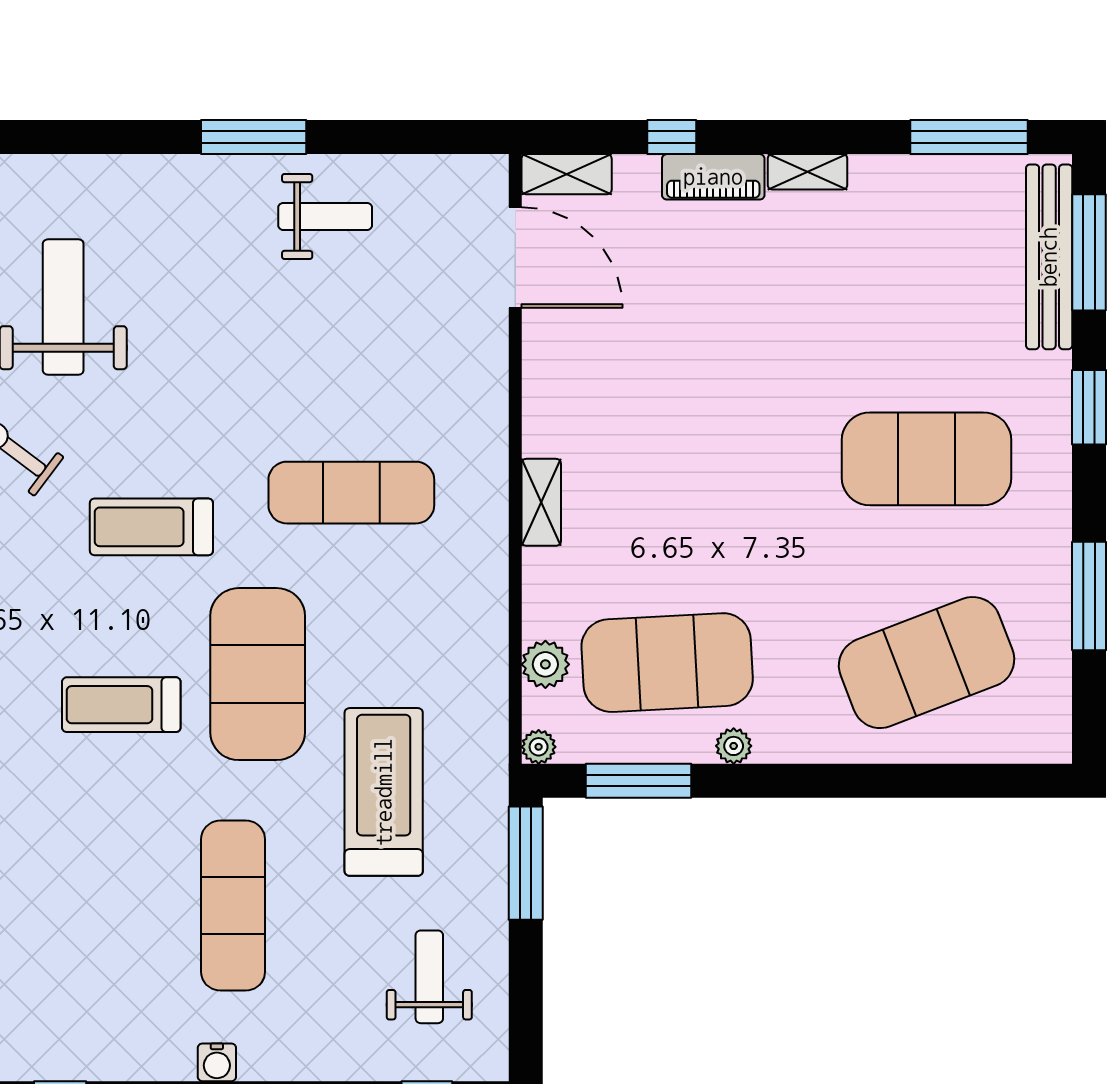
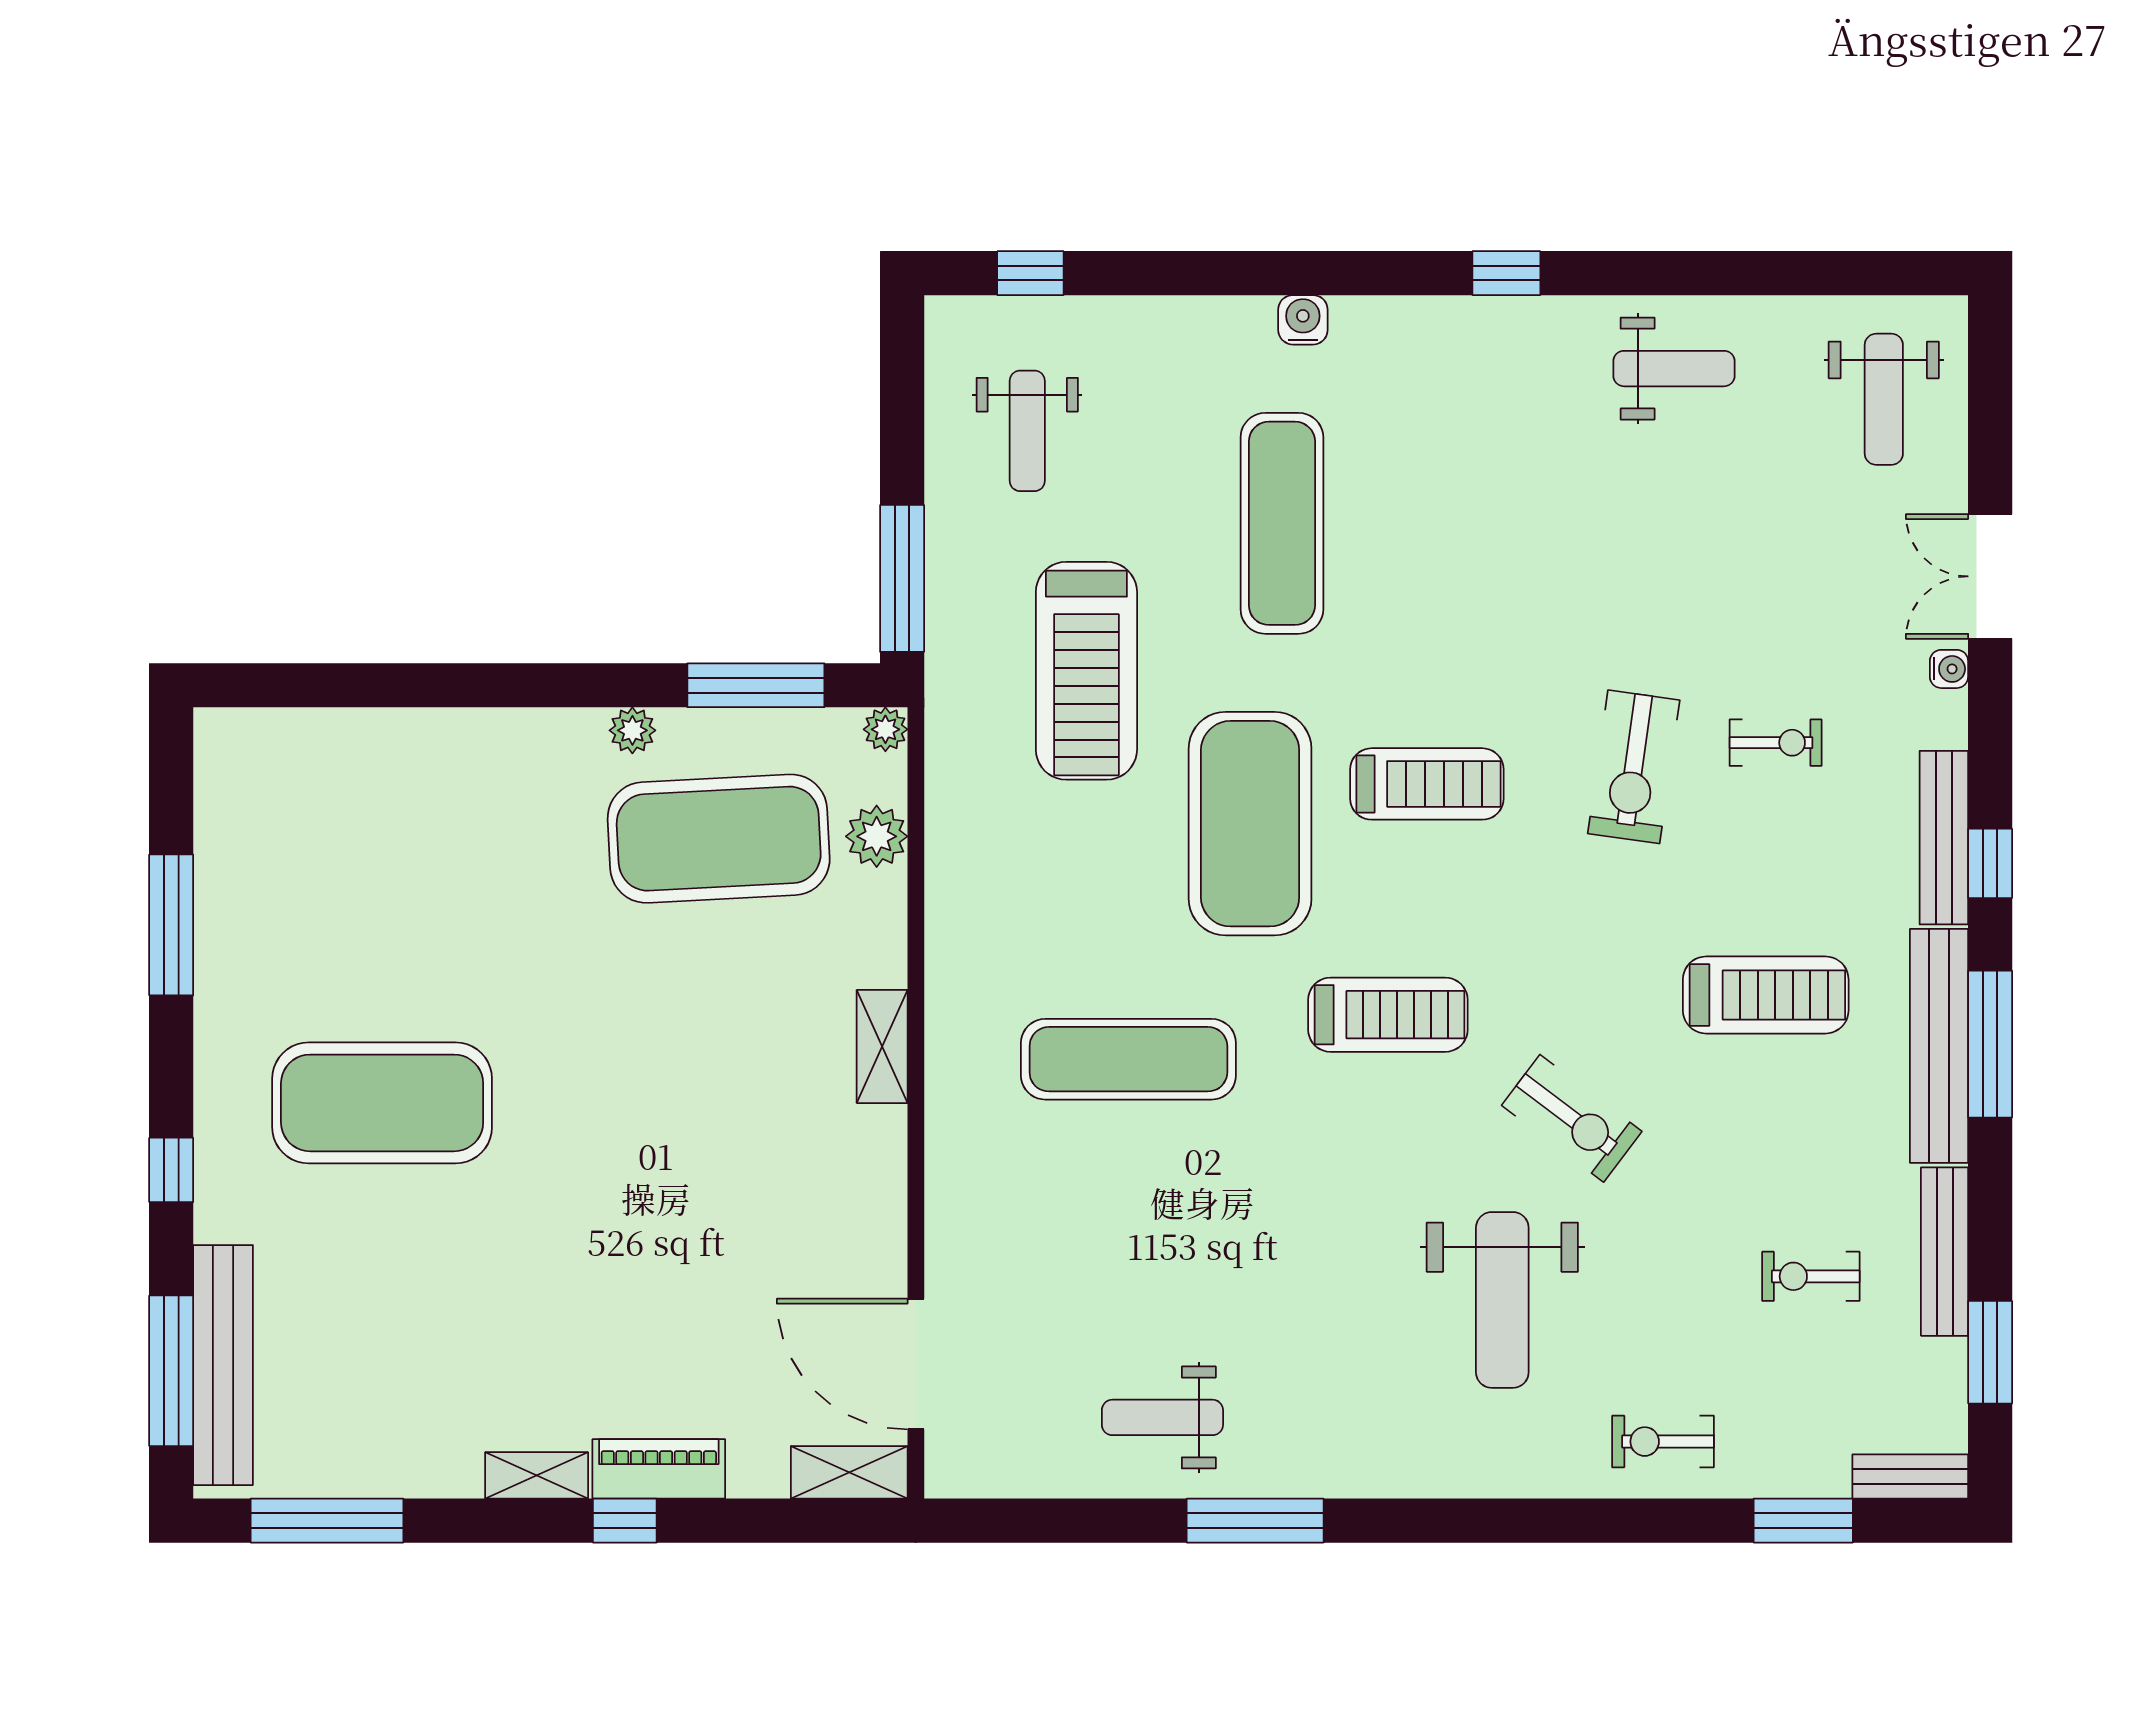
window: (672, 137) -> (625, 1521), moved
window: (1089, 407) -> (171, 1170), width x0.67
exercise mat: (927, 663) -> (382, 839), removed

